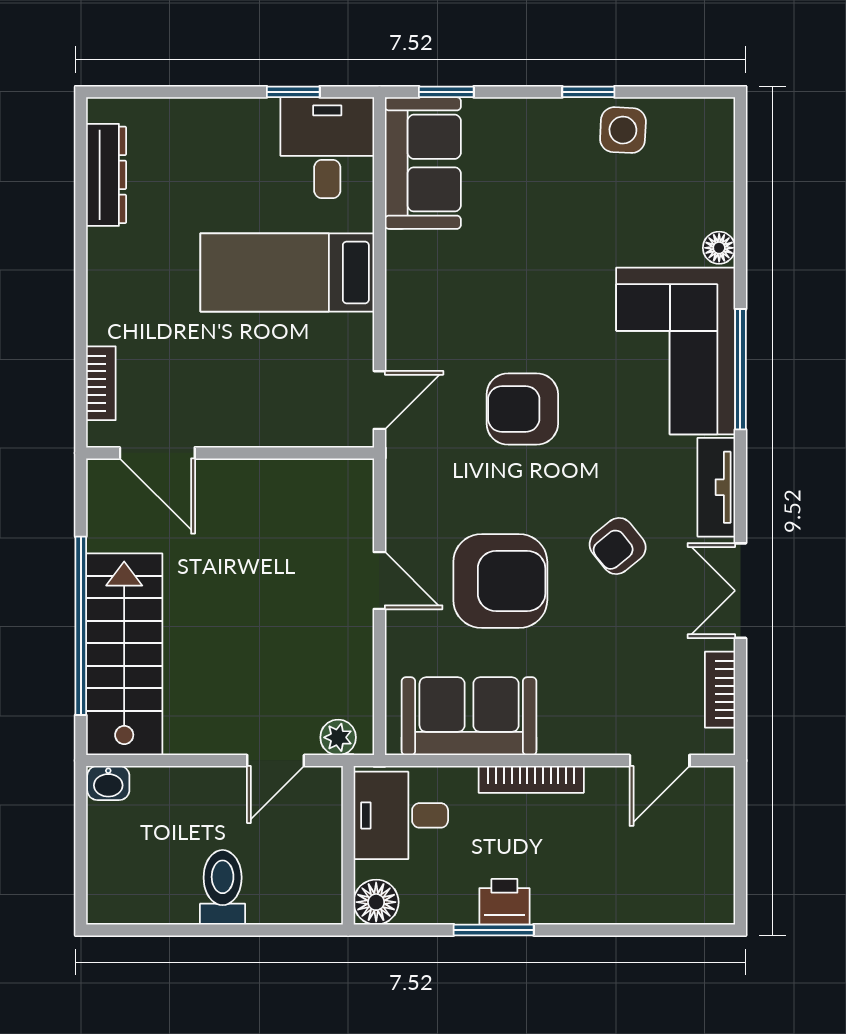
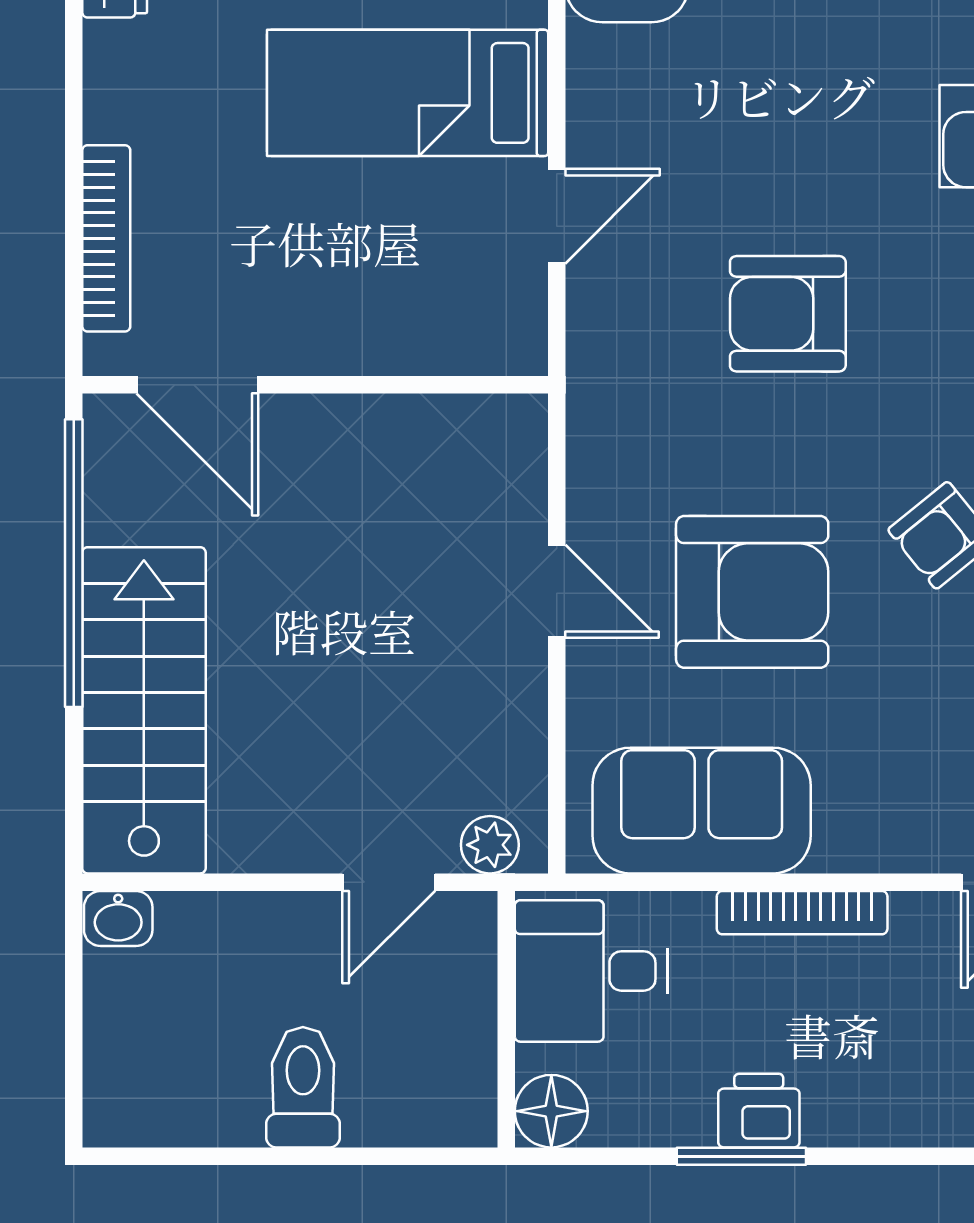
bookcase: (101, 383) -> (106, 238), width x1.56
door: (379, 400) -> (557, 216), moved
window: (81, 626) -> (74, 563), moved

